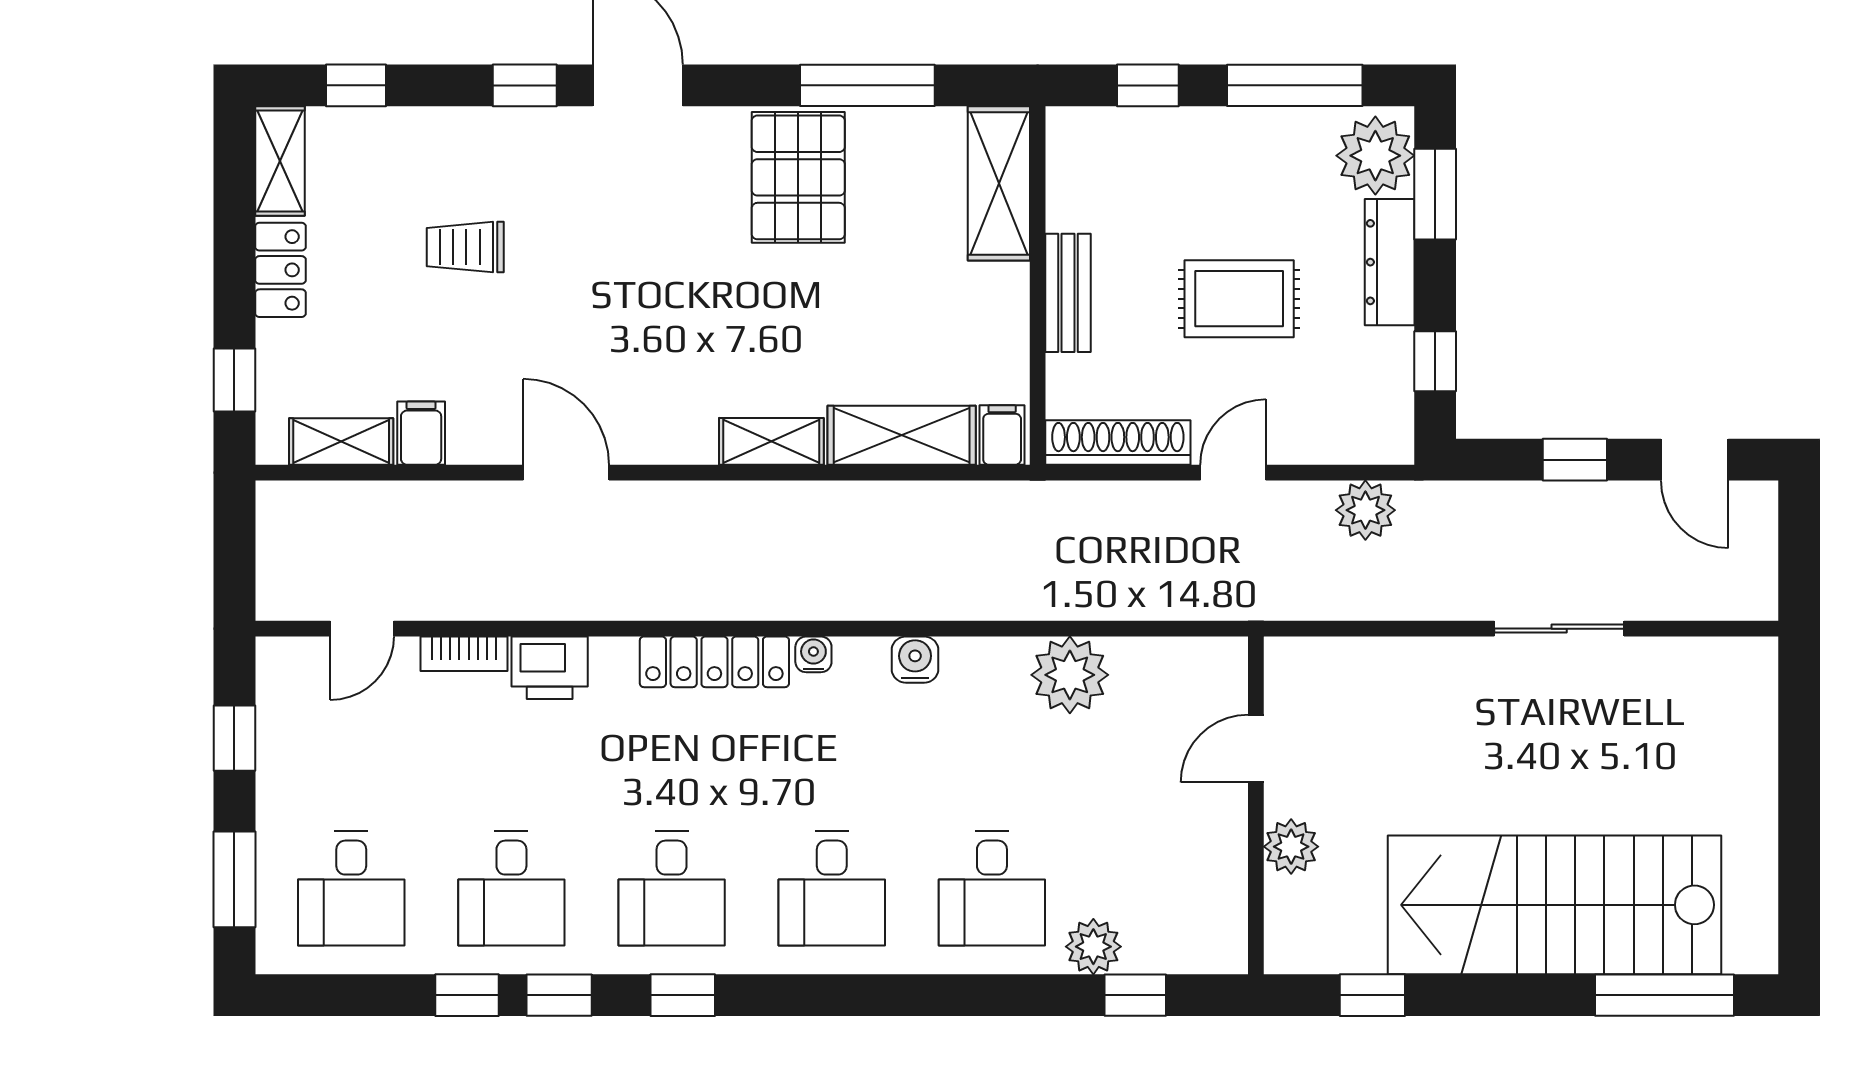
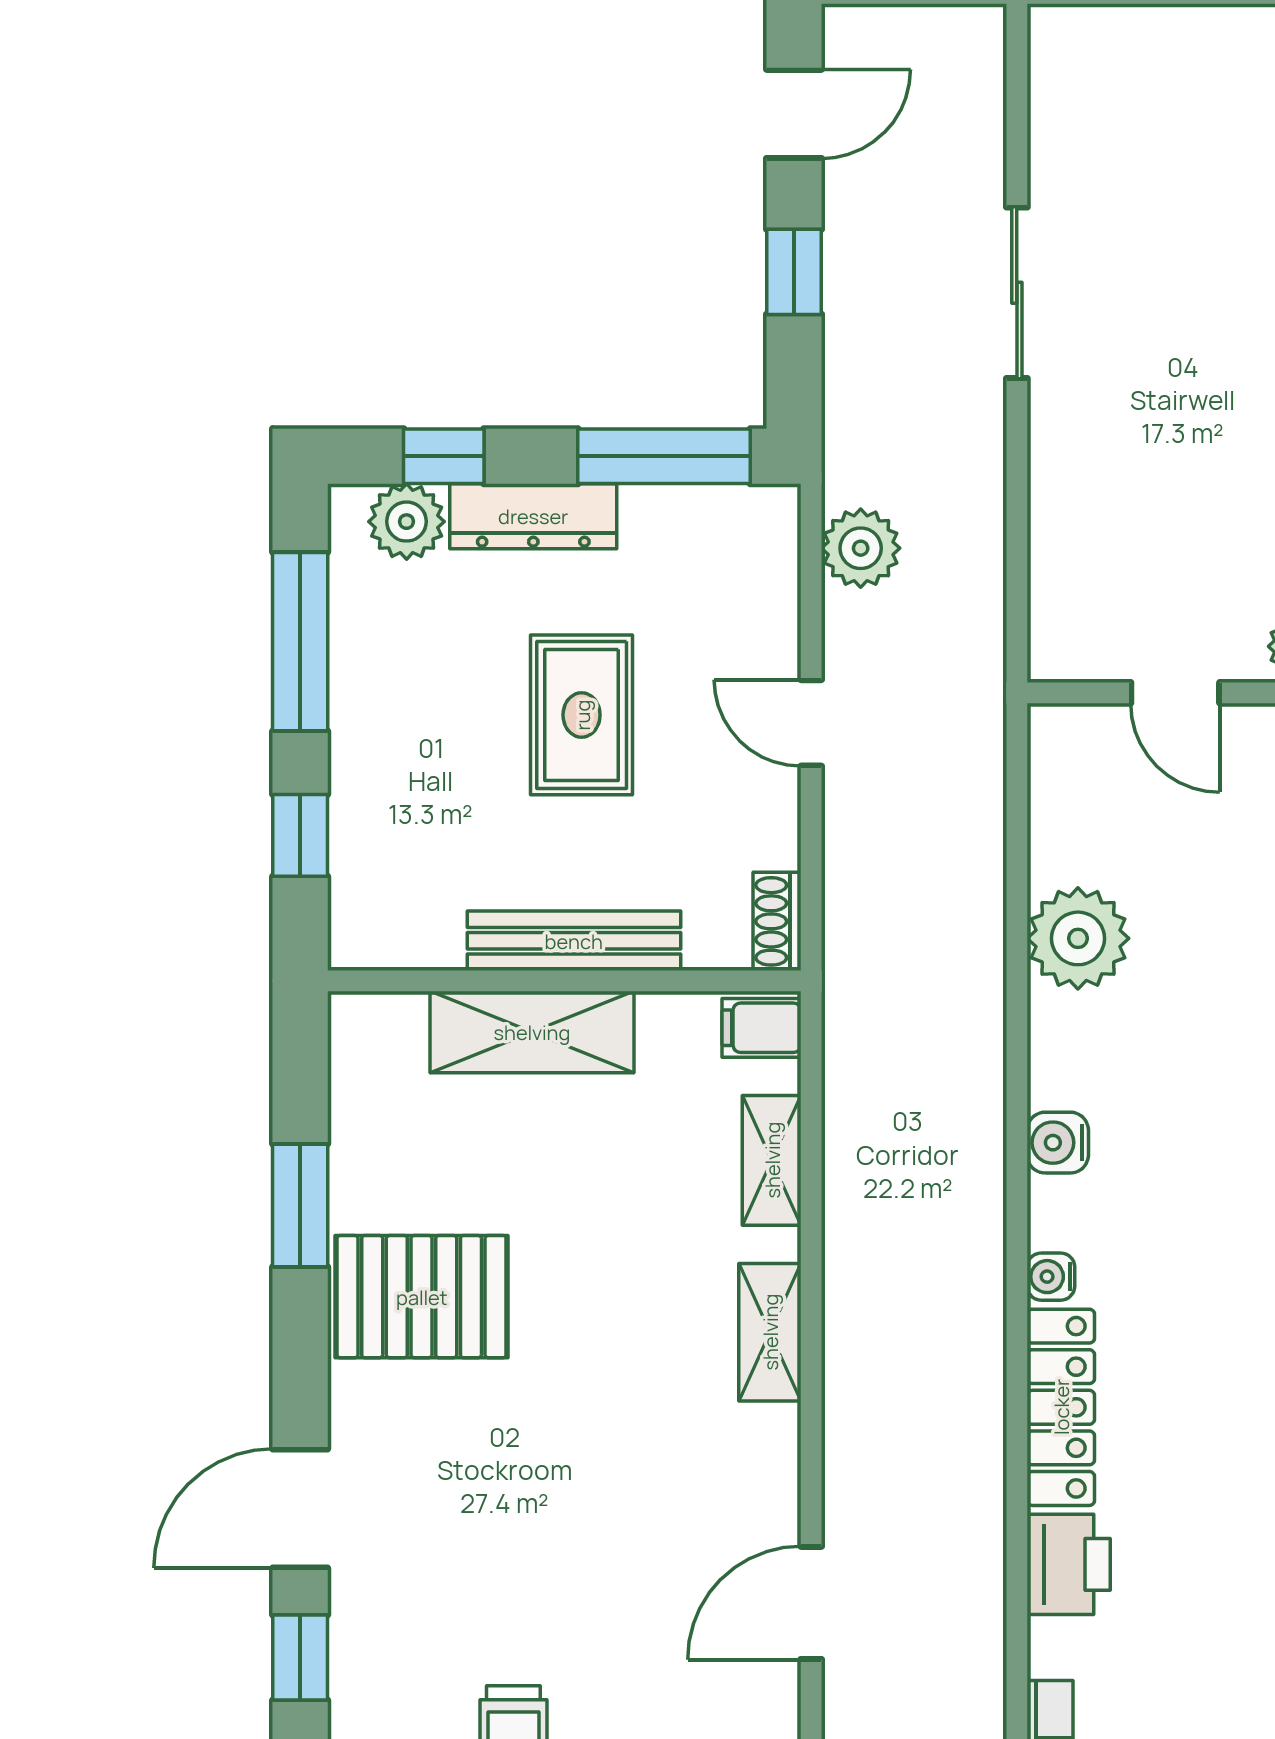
window: (867, 85) -> (300, 1205), width x0.69
plant: (1375, 156) -> (407, 522), width x0.73, depth x0.73
shelving: (999, 183) -> (532, 1032), moved
window: (1435, 194) -> (444, 456), width x0.67
bench: (1068, 293) -> (574, 941), width x1.36
window: (1435, 361) -> (664, 456), width x2.17
shelving: (902, 435) -> (772, 1160), width x0.67, depth x0.75
shoe rack: (1118, 442) -> (777, 921), width x0.51, depth x0.81
printer: (550, 668) -> (1069, 1564), moved

